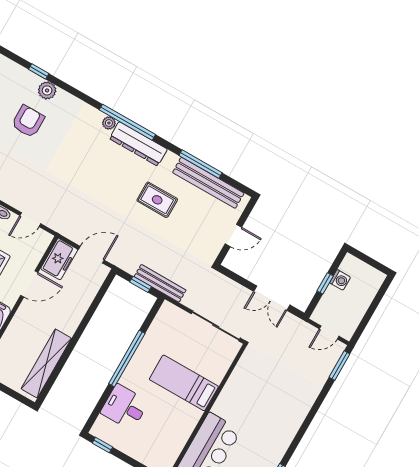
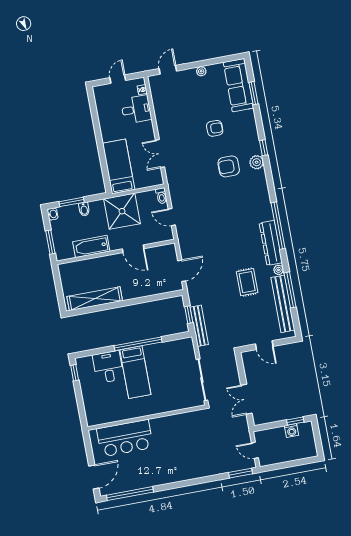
armchair: (28, 121) -> (229, 166), turned 180
plant: (109, 123) -> (278, 270), moved
door: (91, 255) -> (182, 271), hinge flipped
freezer: (59, 259) -> (163, 254), removed
window: (325, 283) -> (295, 421), moved
bed: (184, 383) -> (135, 372), moved, turned 180

